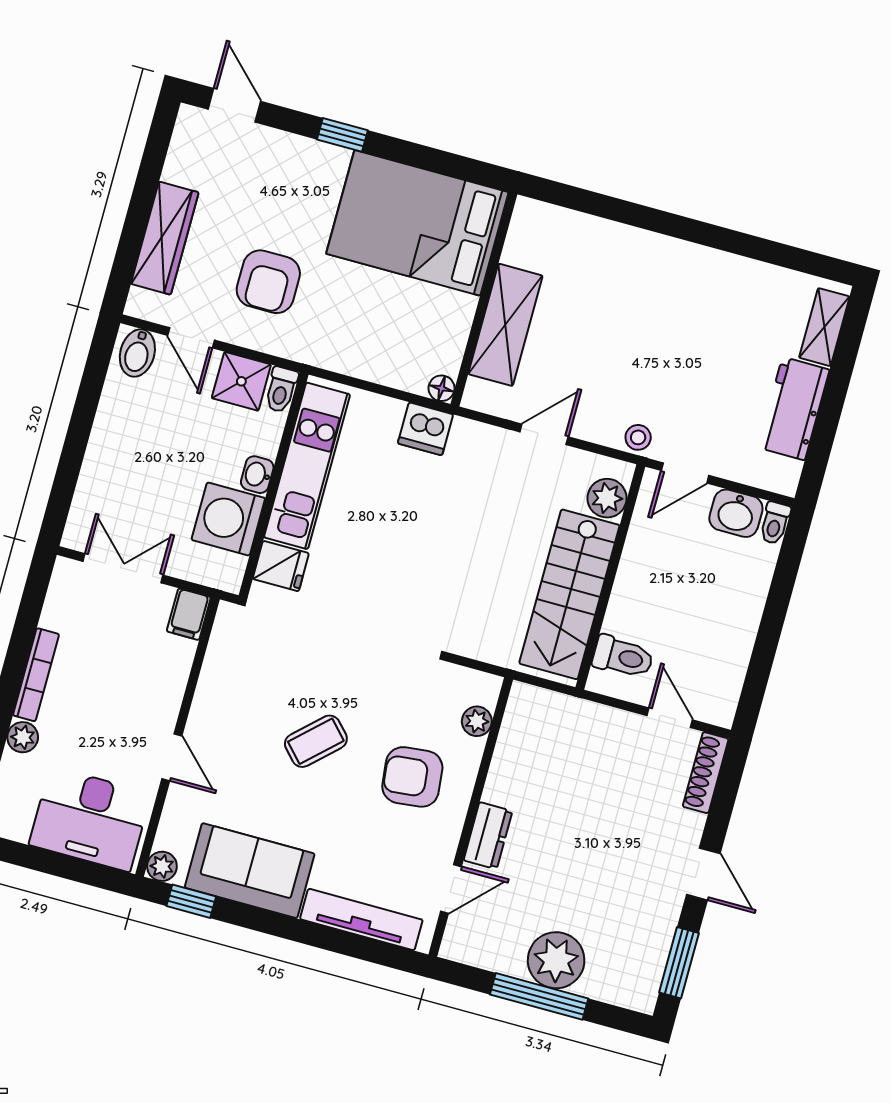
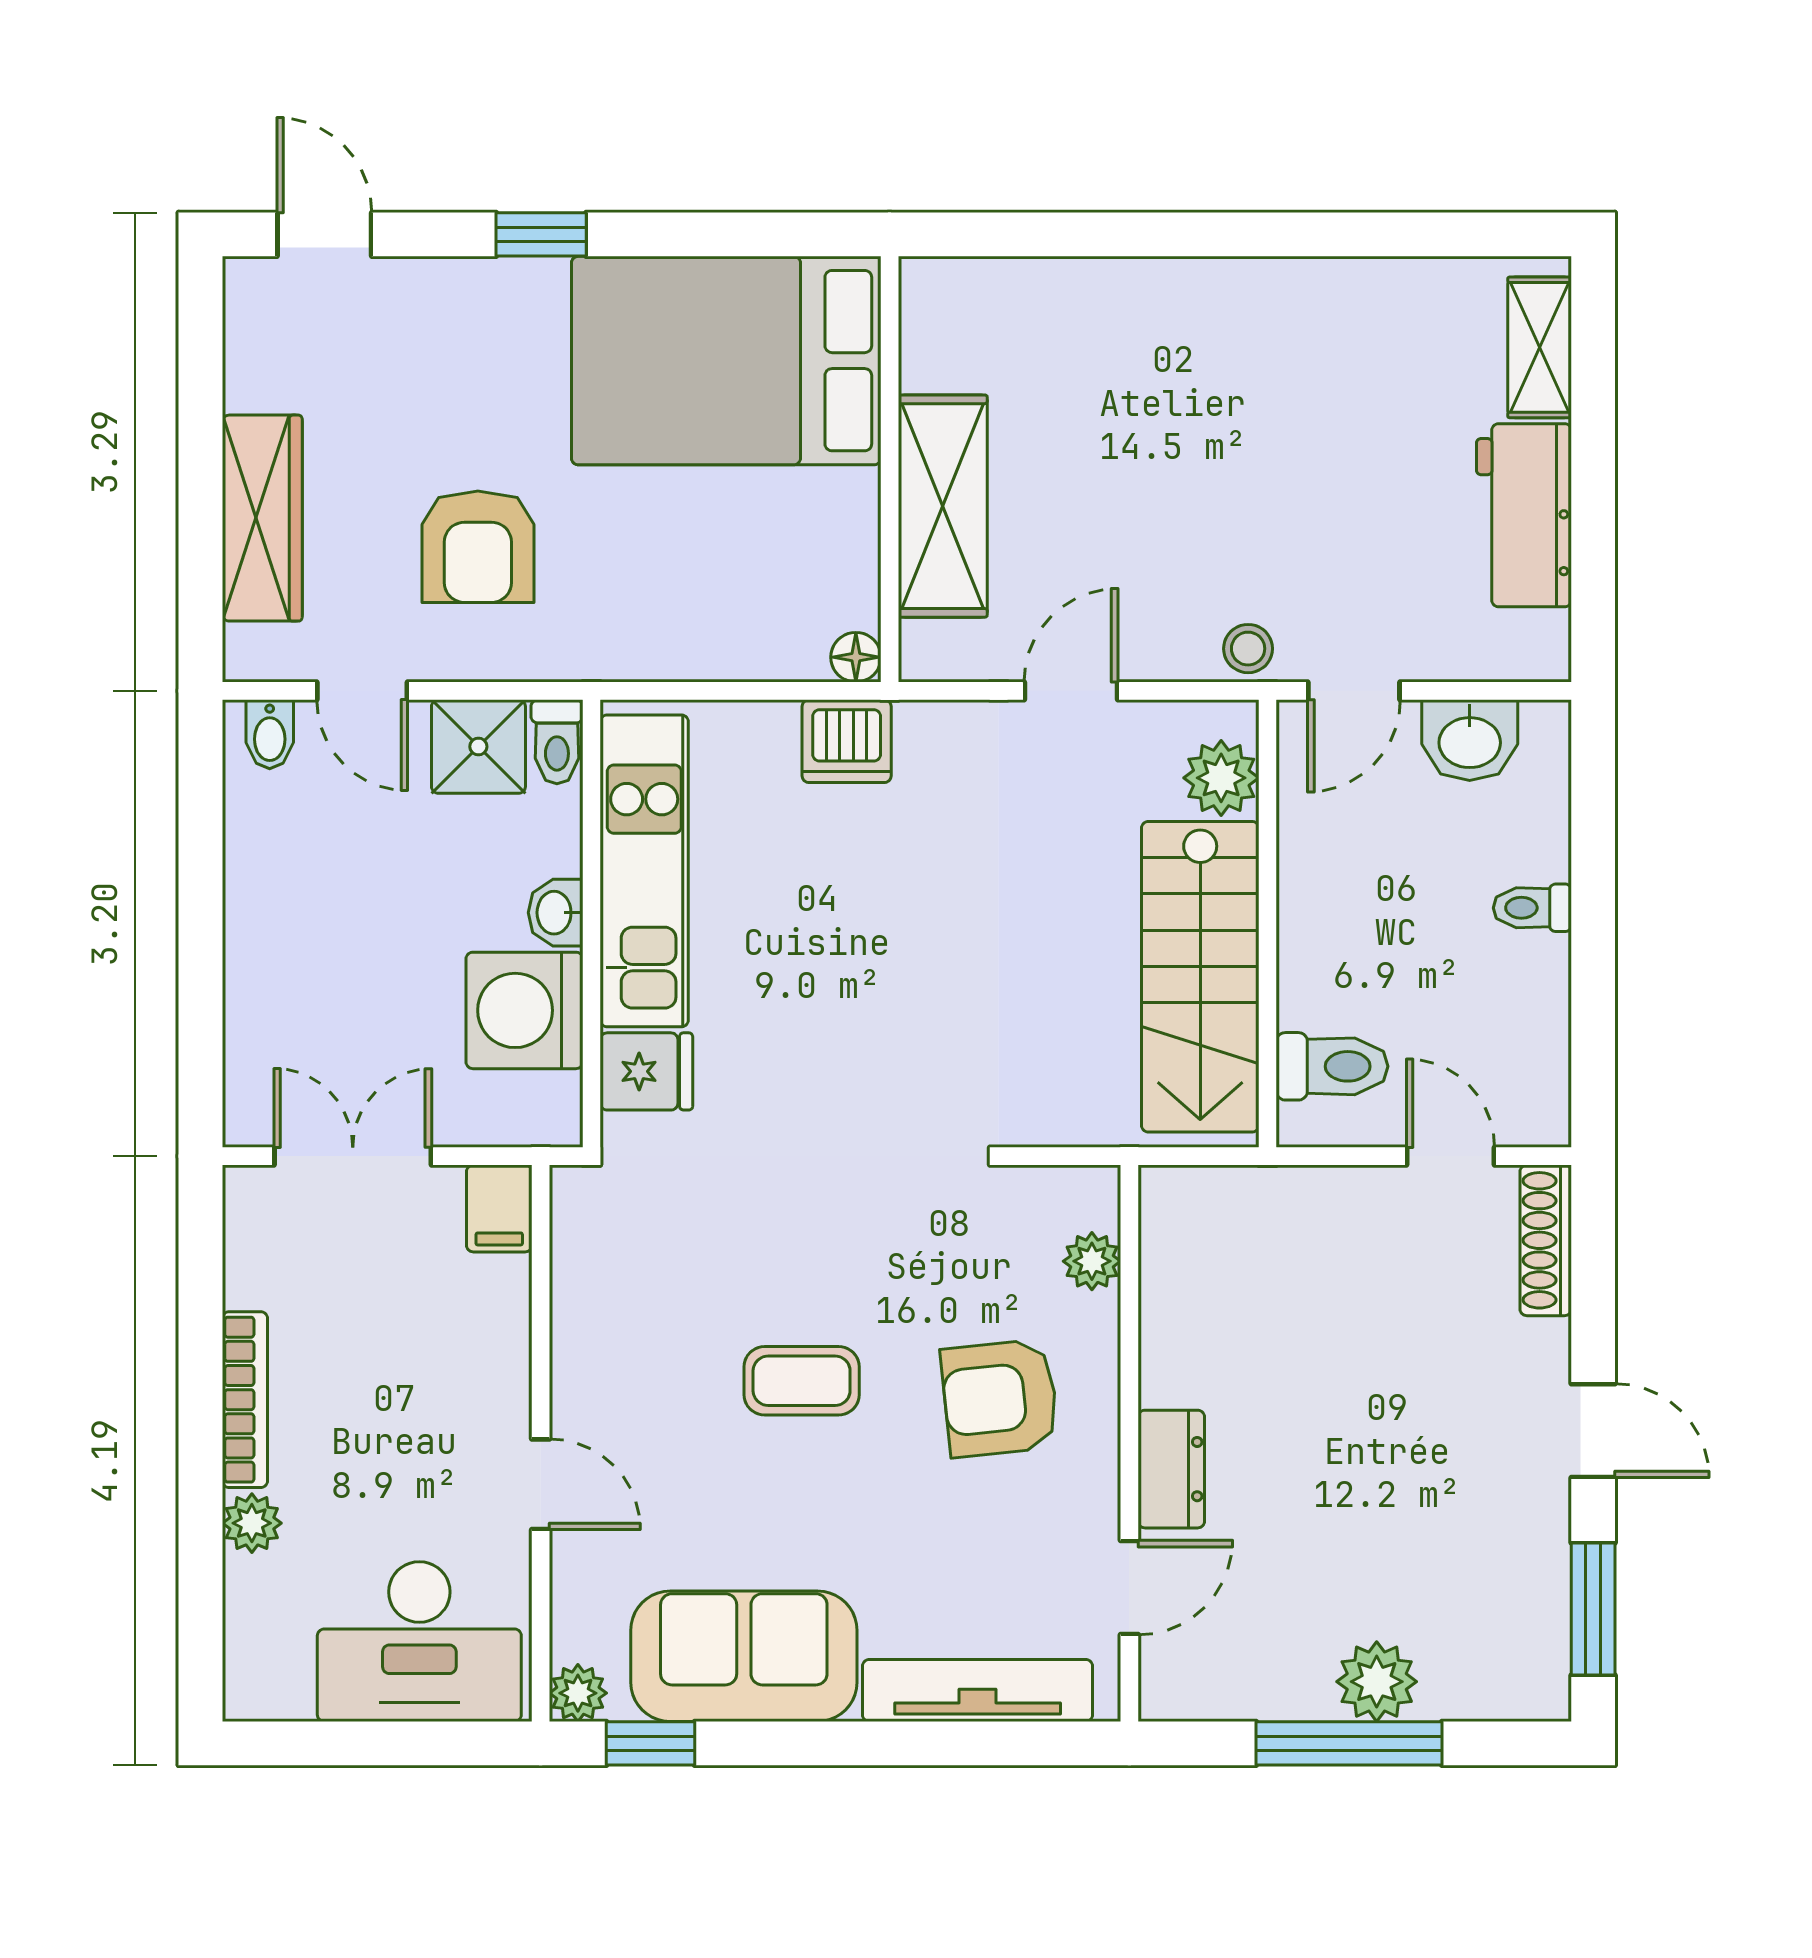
bidet: (137, 353) -> (270, 734), width x0.72, depth x0.74
toilet: (775, 523) -> (1532, 908), moved, turned 90
coffee table: (316, 741) -> (802, 1381), turned 43
plant: (556, 960) -> (1377, 1682), width x0.73, depth x0.73

